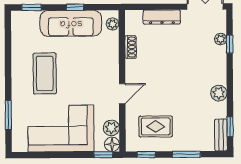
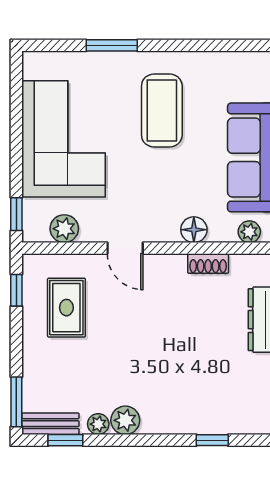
plant: (221, 39) -> (98, 424), moved
coffee table: (45, 73) -> (162, 110), turned 90
window: (8, 115) -> (112, 45), moved
floor lamp: (112, 144) -> (194, 230), moved
window: (186, 154) -> (16, 402), moved

